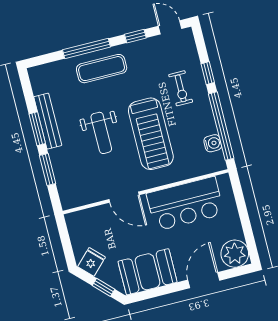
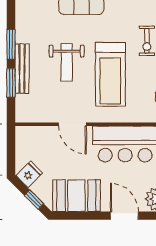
bench: (48, 121) -> (22, 69), moved
door: (204, 280) -> (124, 216), hinge flipped

